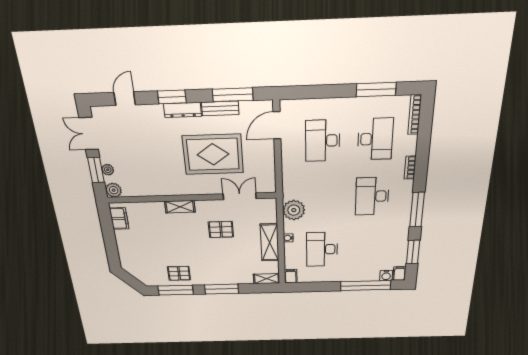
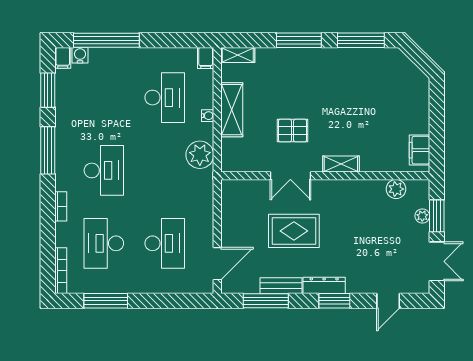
rug: (213, 154) -> (294, 231), width x0.73, depth x0.69
plant: (114, 190) -> (396, 189), moved
double door: (240, 196) -> (290, 176), moved
pallet: (179, 273) -> (353, 67), removed

